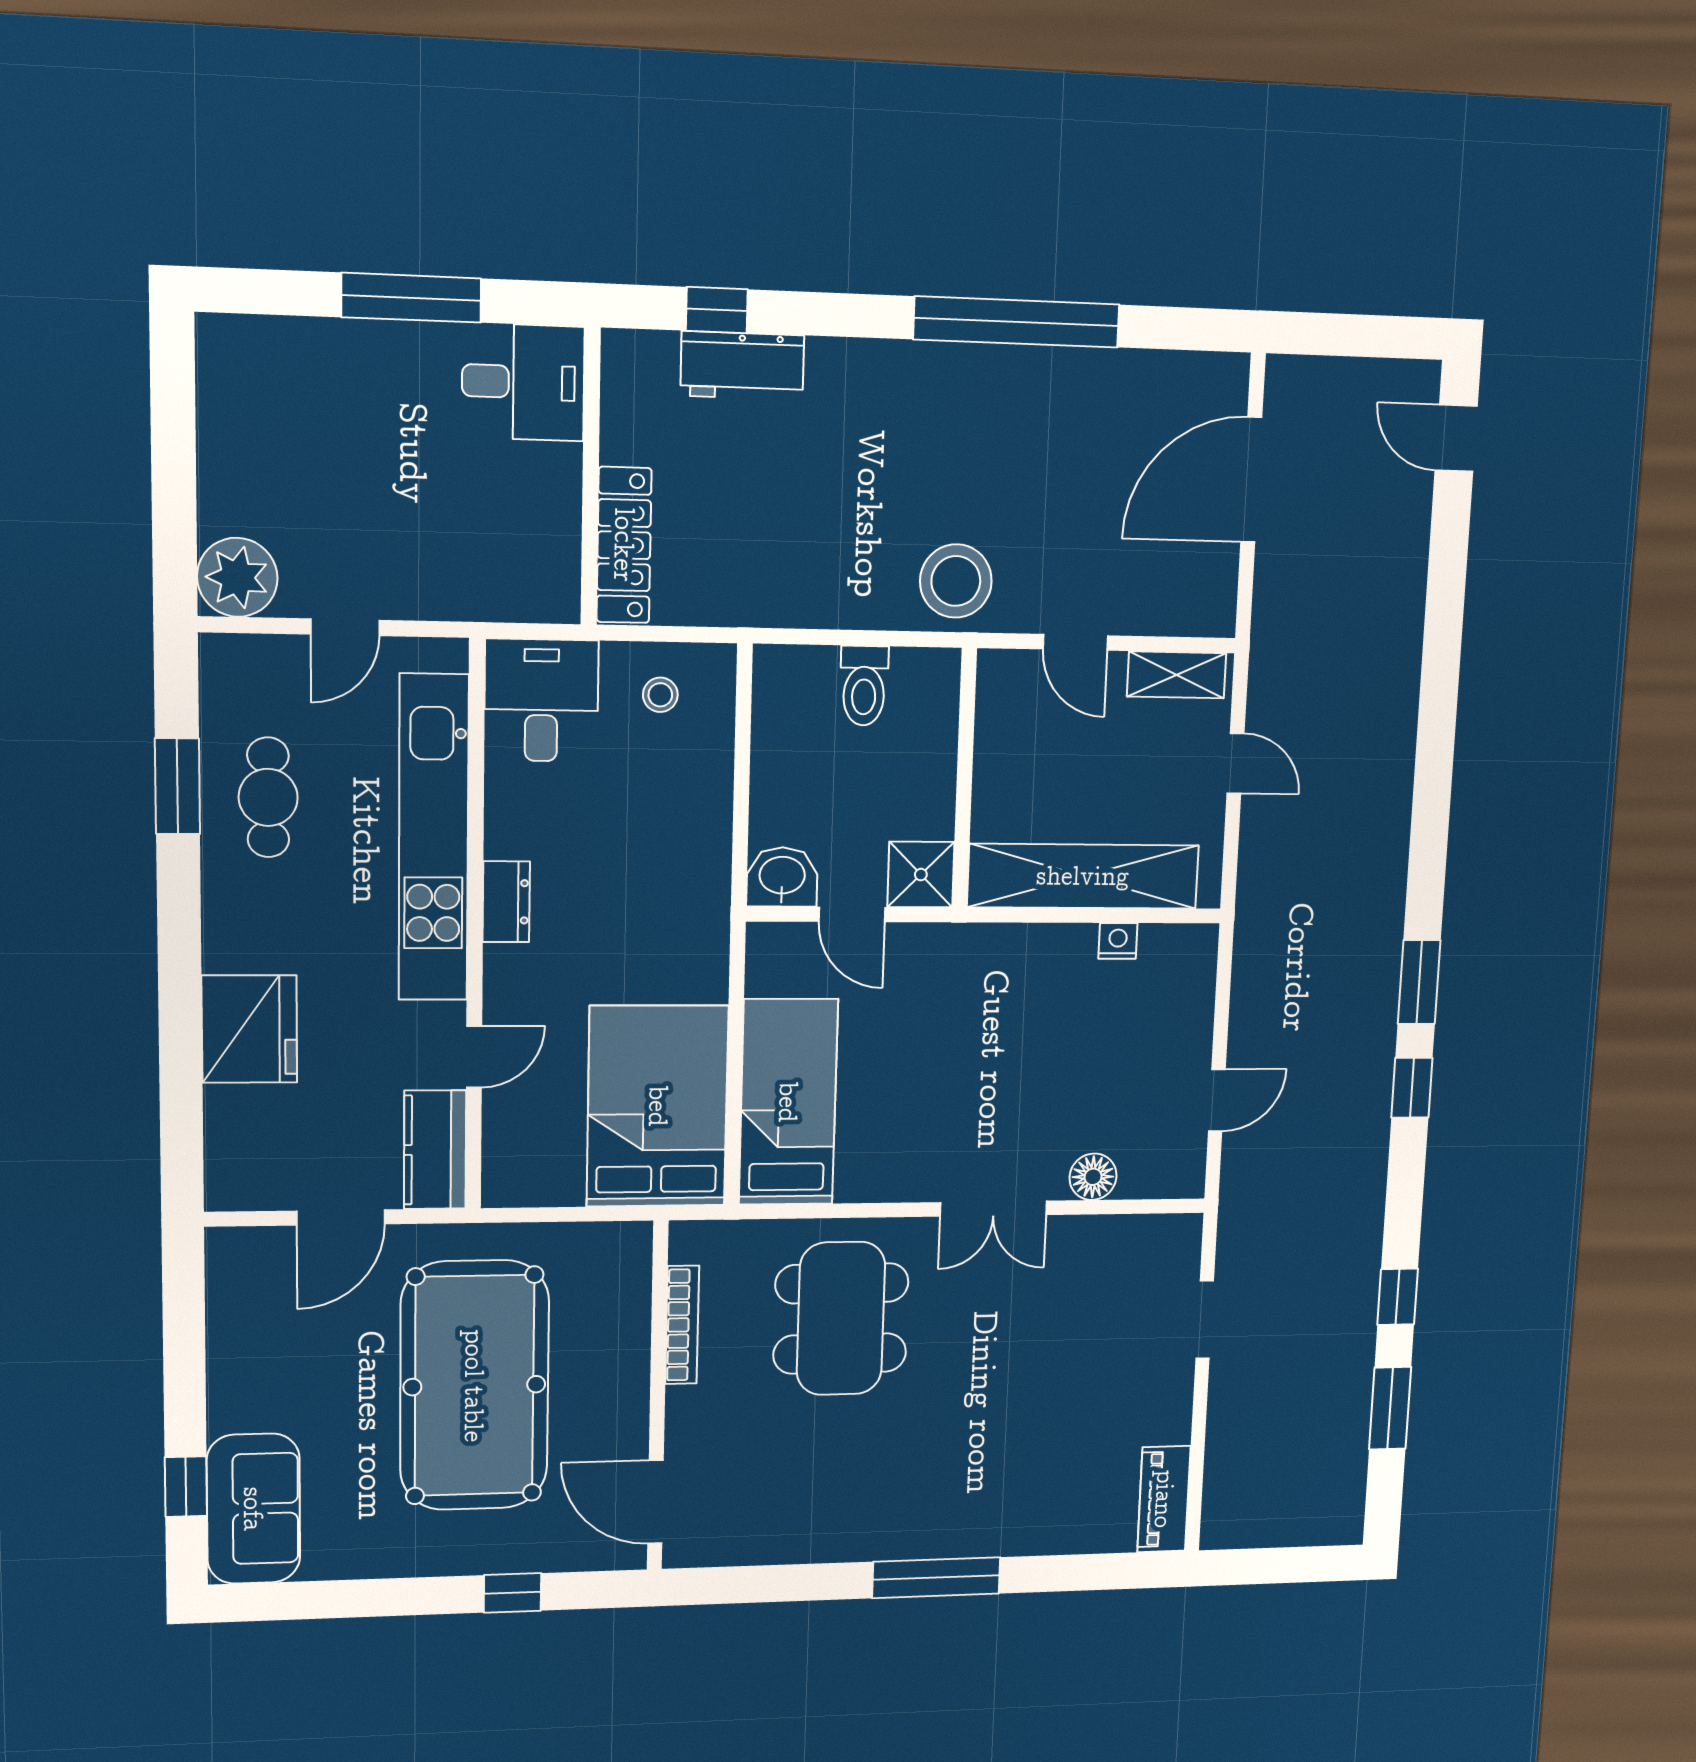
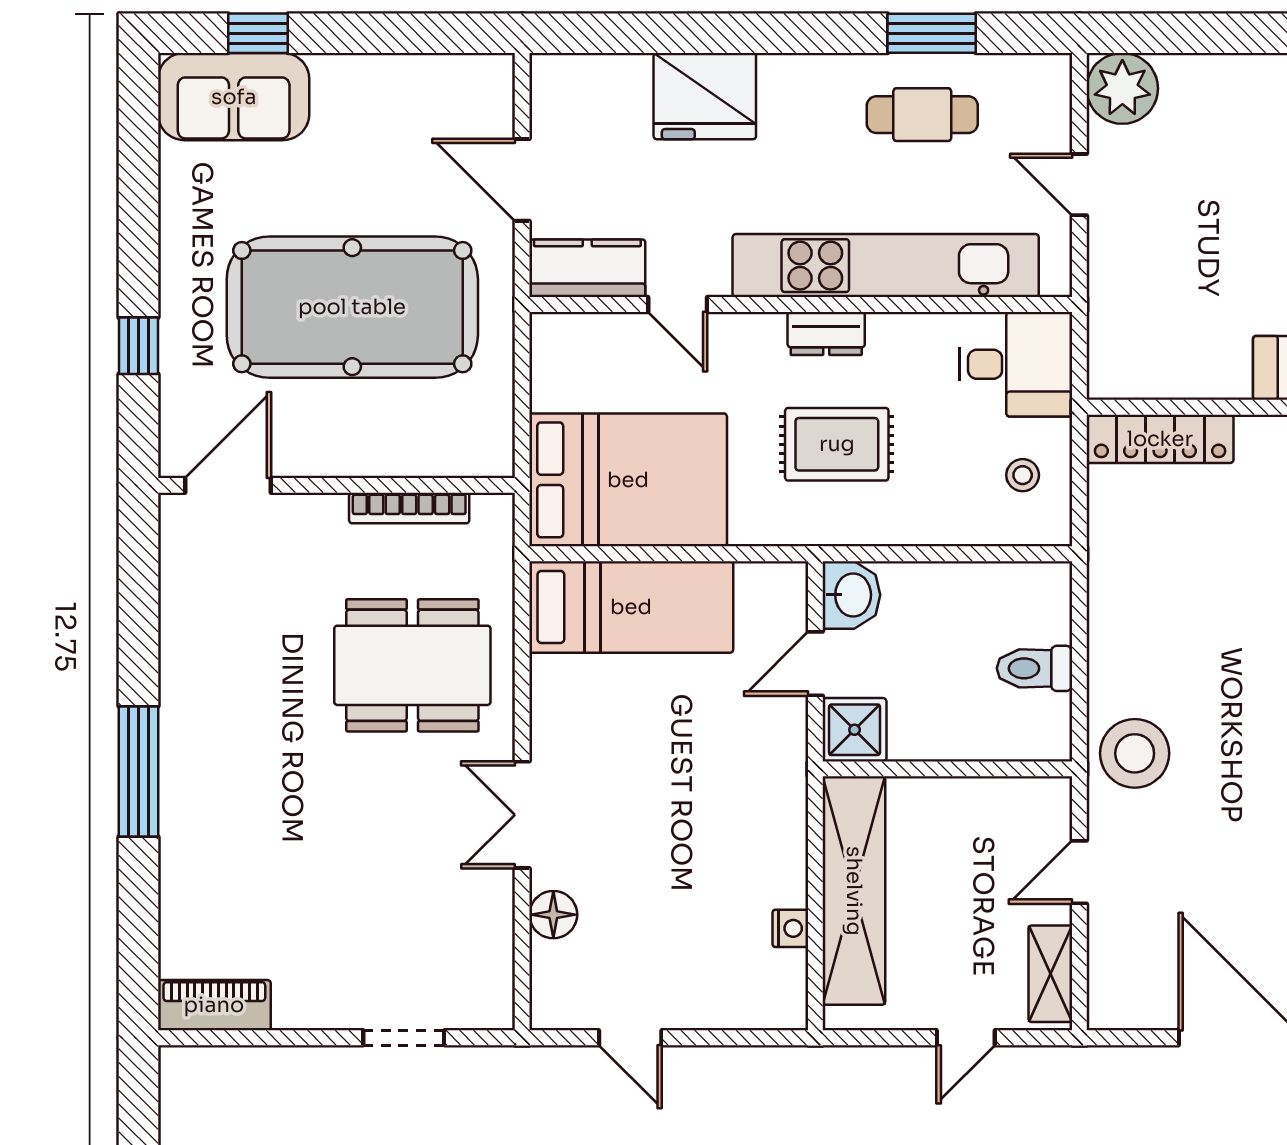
rug: (624, 891) -> (837, 444), added

